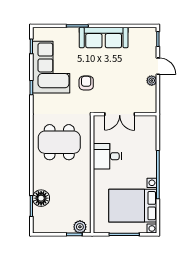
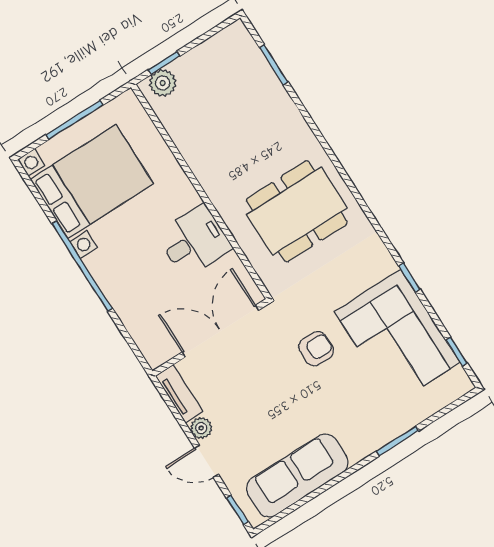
sofa: (104, 38) -> (297, 476), moved
armchair: (86, 83) -> (316, 349), turned -90
tv unit: (152, 100) -> (179, 394), added
double door: (120, 114) -> (220, 331), width x1.37
floor lamp: (41, 198) -> (265, 90), removed

